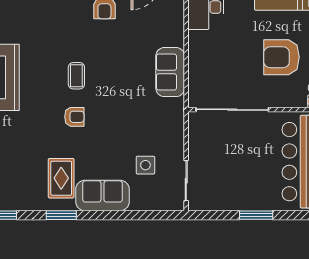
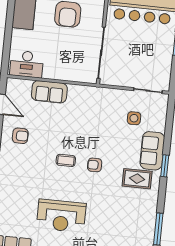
sofa: (170, 72) -> (49, 92), moved
armchair: (74, 117) -> (95, 165), turned -90
window: (61, 215) -> (165, 166), moved

